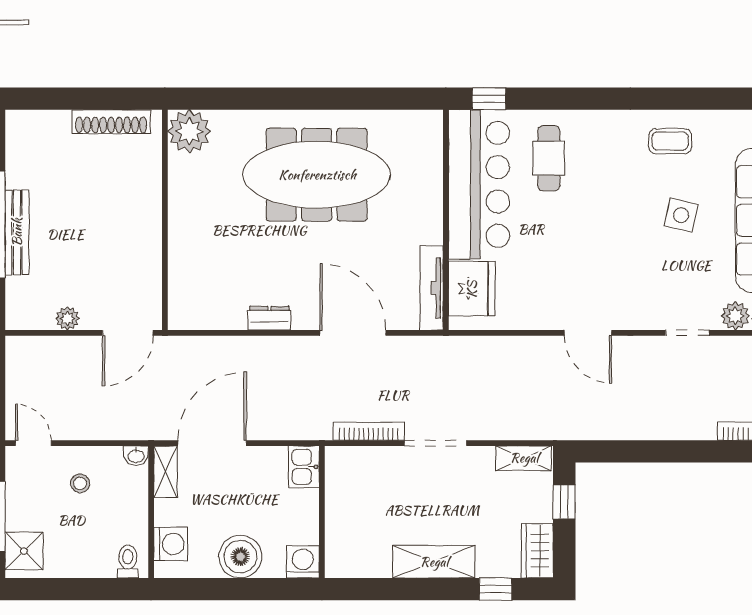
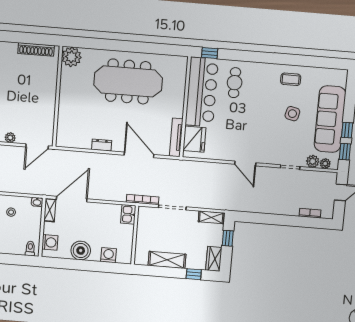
kitchen sink: (304, 467) -> (128, 214), moved
wall: (322, 512) -> (135, 235), moved

